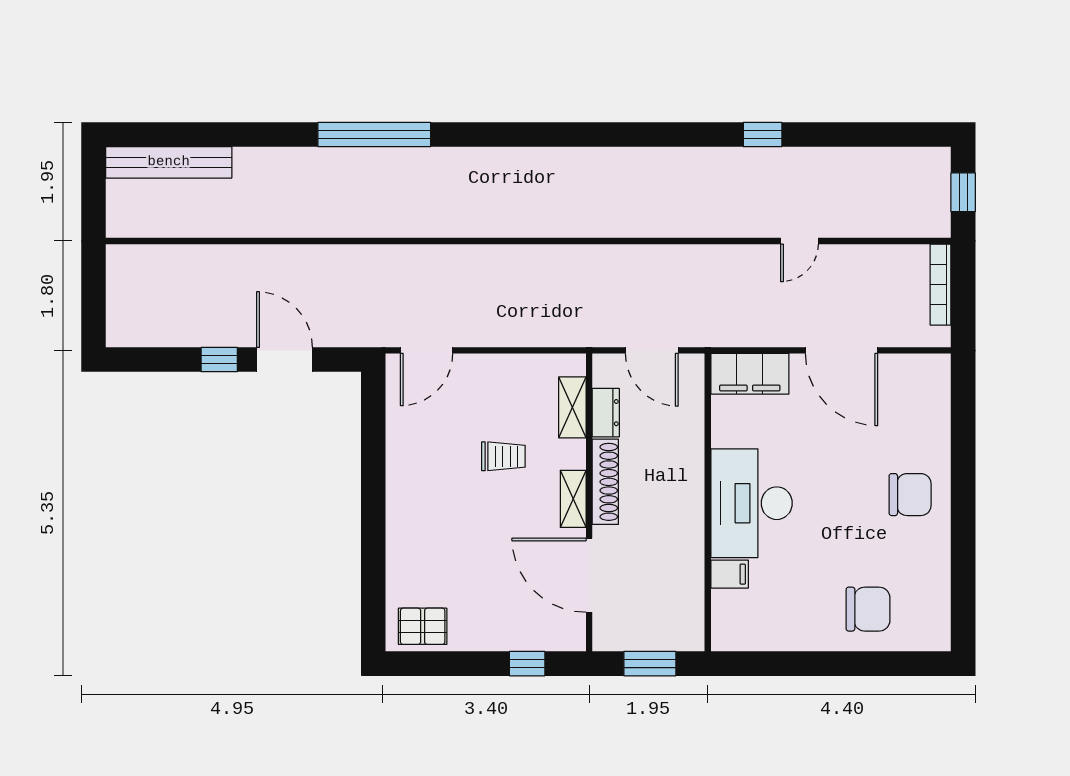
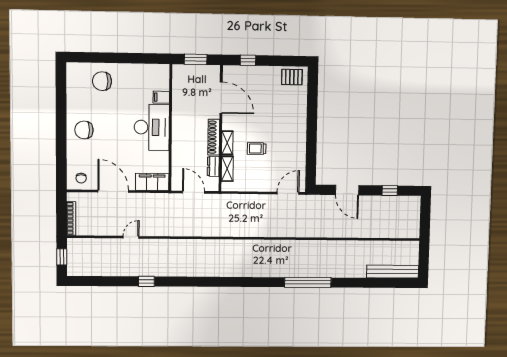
window: (219, 360) -> (390, 191), moved
chair: (917, 381) -> (81, 178), added
shelving: (573, 499) -> (227, 143), moved

